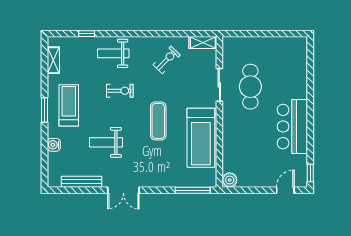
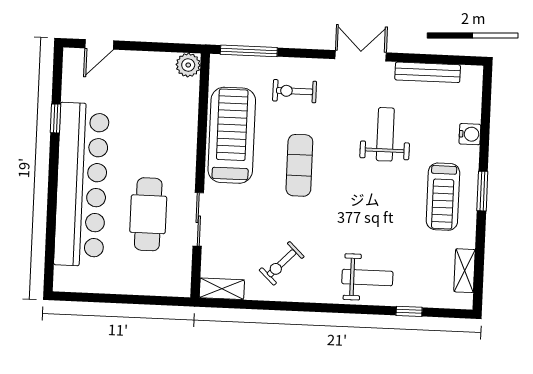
exercise bike: (120, 91) -> (295, 91), moved
bar counter: (292, 126) -> (82, 185), width x1.86
weight bench: (106, 142) -> (385, 134), turned -90
window: (310, 173) -> (55, 118), moved

